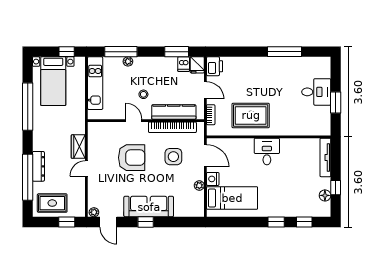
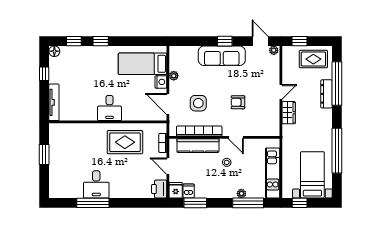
desk: (316, 92) -> (96, 184), moved, turned -90
armchair: (132, 158) -> (238, 102), width x0.53, depth x0.53
floor lamp: (325, 195) -> (54, 51), moved

